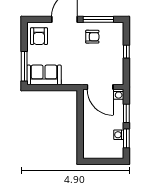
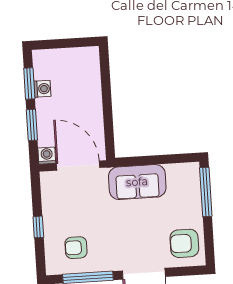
armchair: (39, 36) -> (184, 243), turned -90
armchair: (92, 37) -> (76, 248), moved
sofa: (44, 75) -> (137, 182), moved

